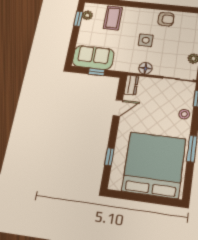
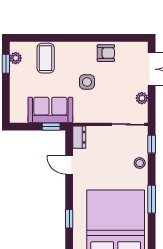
sofa: (93, 58) -> (50, 110), moved
floor lamp: (145, 68) -> (92, 116), removed
window: (97, 72) -> (51, 127), moved
door: (118, 108) -> (69, 165), swing flipped

